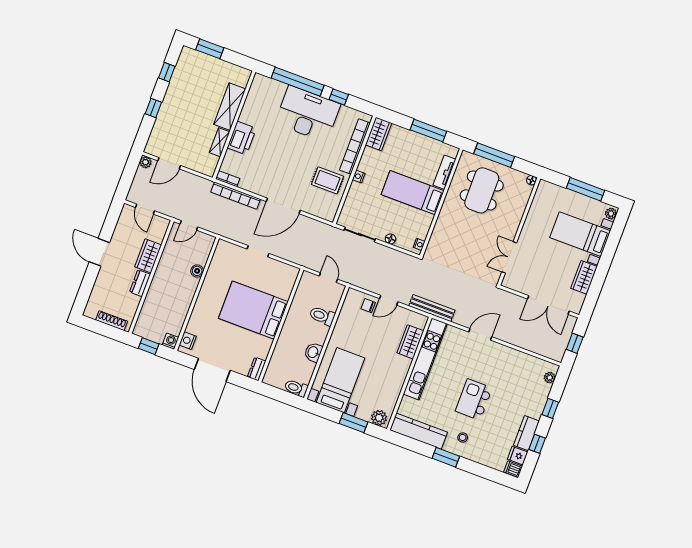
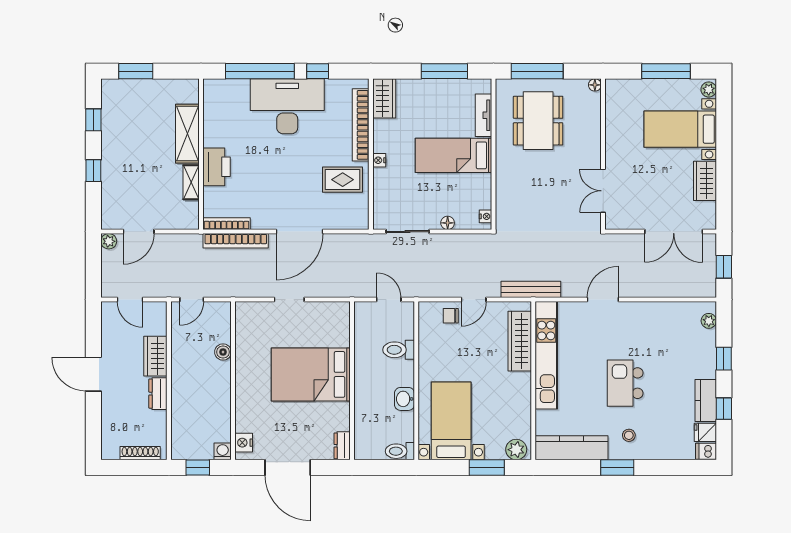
bookcase: (228, 179) -> (227, 224), width x1.56
wardrobe: (410, 342) -> (520, 341), width x1.50

